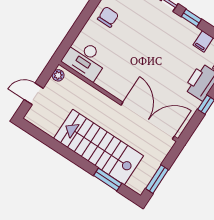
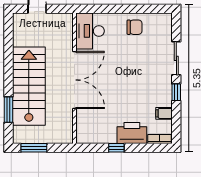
plant: (58, 75) -> (64, 18), removed
double door: (148, 121) -> (74, 80), moved

